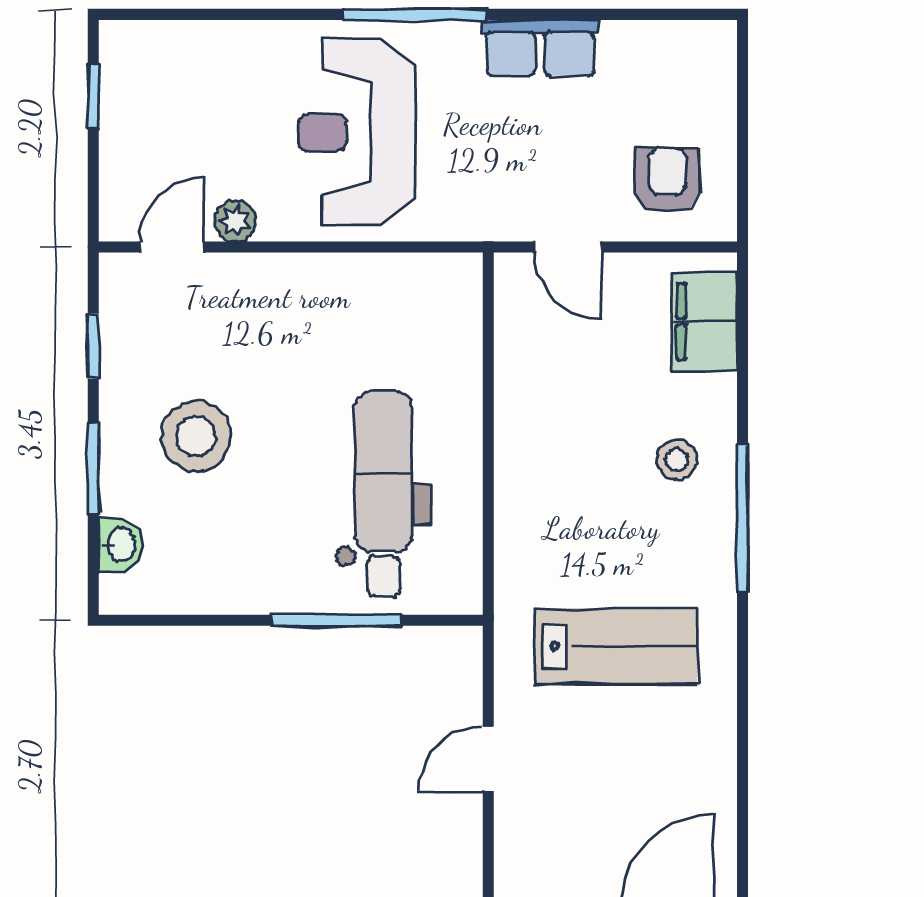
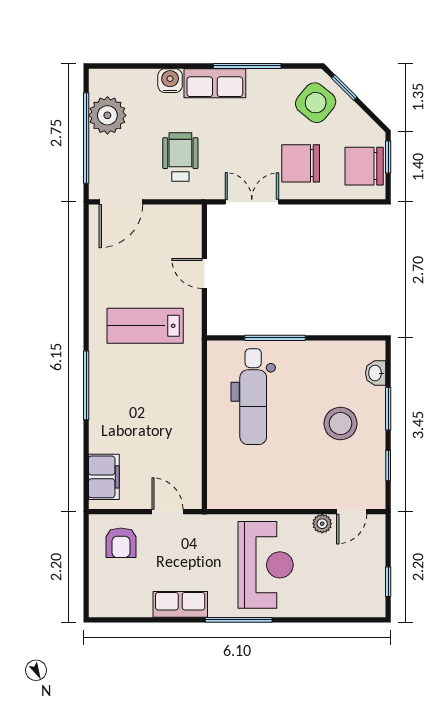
stool: (677, 459) -> (117, 413), removed
door: (488, 759) -> (204, 273), swing flipped

